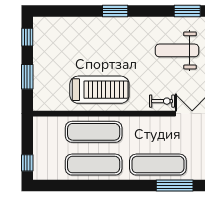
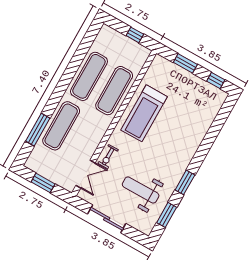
window: (115, 11) -> (185, 182), moved
weight bench: (177, 50) -> (141, 190), turned -90
window: (27, 163) -> (135, 35), moved

